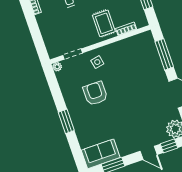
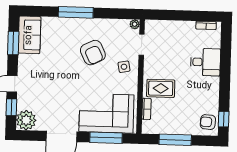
corner sofa: (143, 62) -> (106, 113), added
armchair: (95, 93) -> (93, 53), turned 64
window: (66, 121) -> (76, 12), width x1.44

